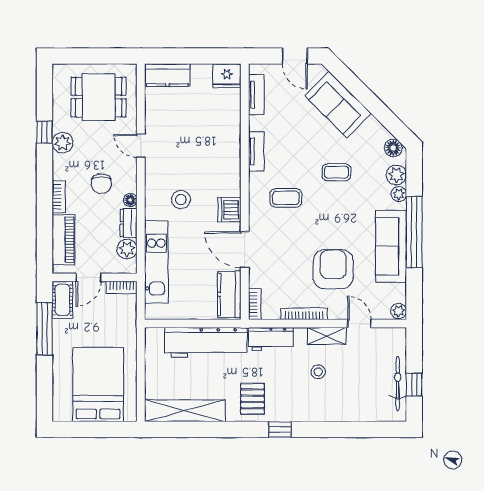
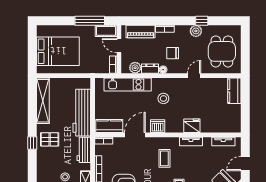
fridge: (227, 76) -> (192, 126), moved, turned 90
window: (280, 429) -> (32, 143), moved

